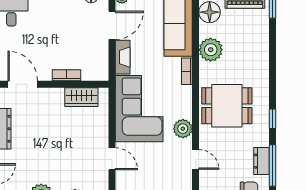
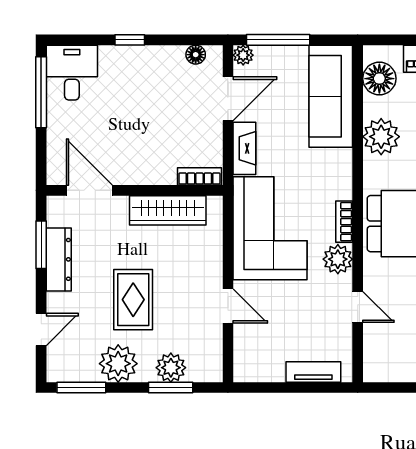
bookcase: (187, 71) -> (344, 222), moved
bookcase: (66, 75) -> (199, 176), moved
wardrobe: (81, 97) -> (168, 210), width x1.50
rug: (51, 155) -> (133, 300), added

